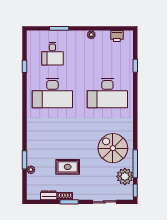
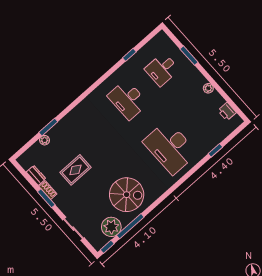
desk: (52, 93) -> (128, 100), width x0.73, depth x0.77
spiral stairs: (113, 148) -> (127, 195), turned 90
rug: (68, 167) -> (75, 170), turned 90

